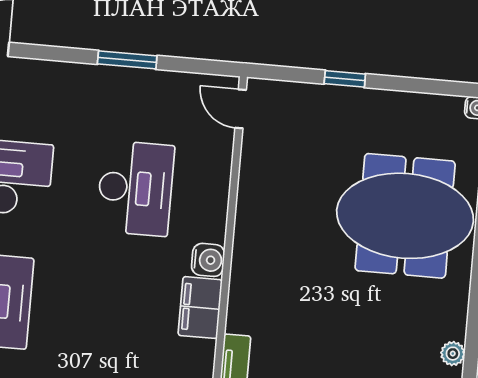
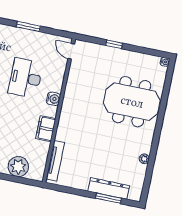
desk: (135, 188) -> (26, 78), turned 180
water cooler: (208, 260) -> (53, 99), moved

